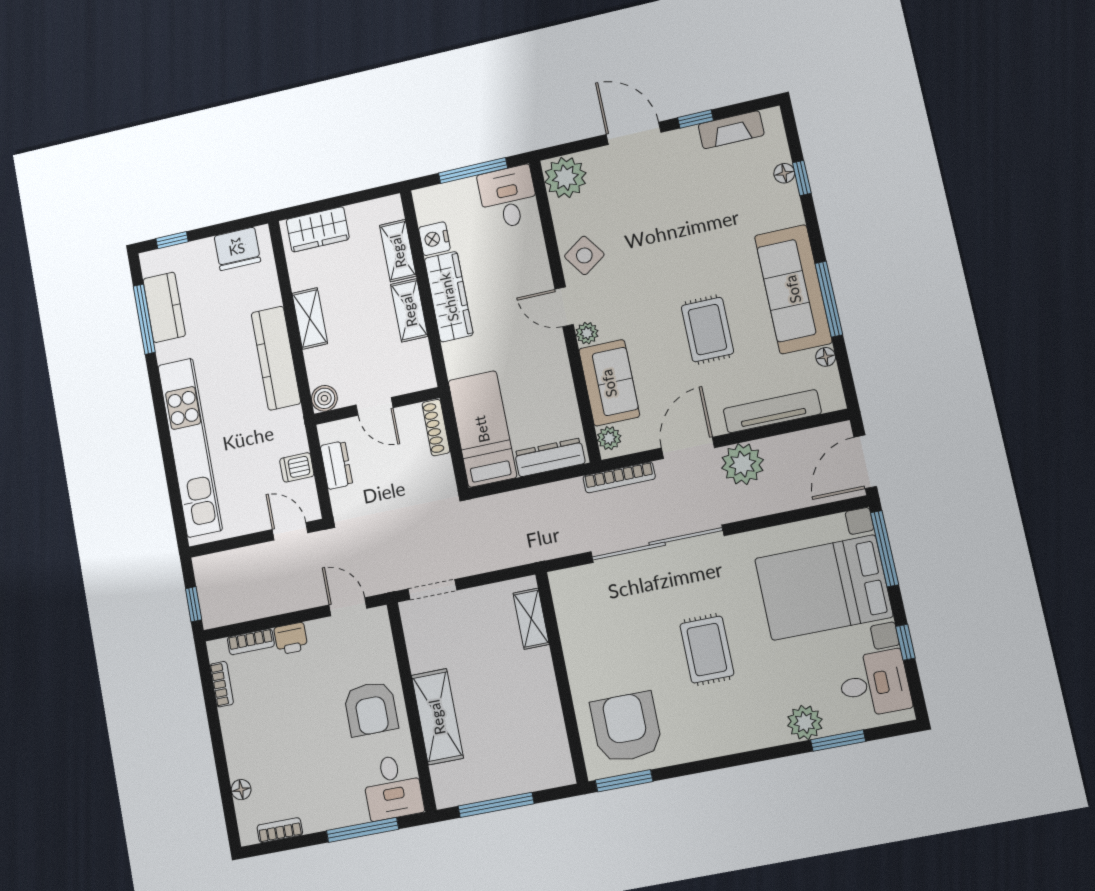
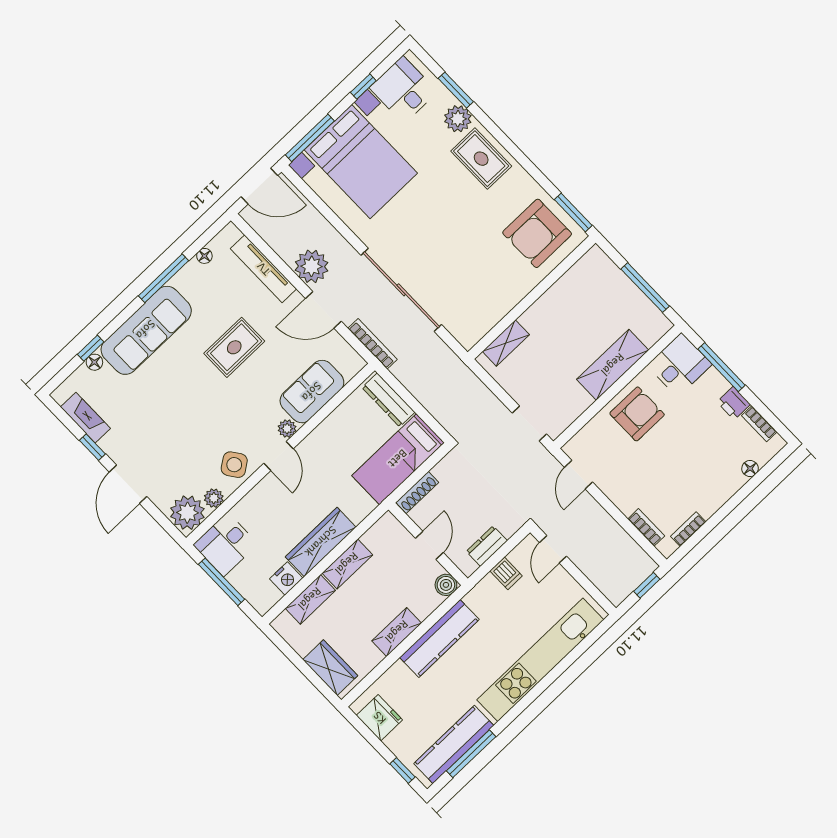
sofa: (793, 289) -> (146, 330), moved
kitchen counter: (164, 307) -> (454, 744), width x1.50
plant: (609, 438) -> (214, 498), moved
printer: (291, 639) -> (734, 403), moved, turned 180
rug: (707, 650) -> (481, 159), moved, turned 90

